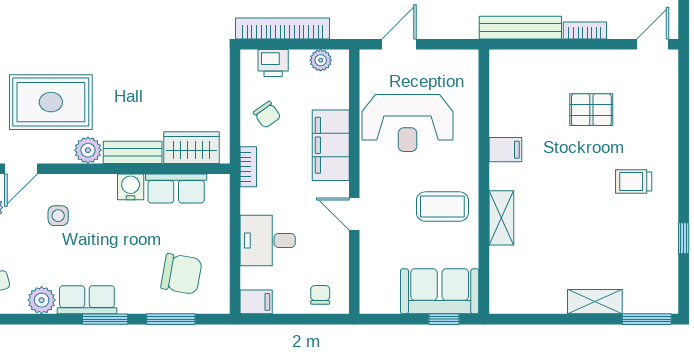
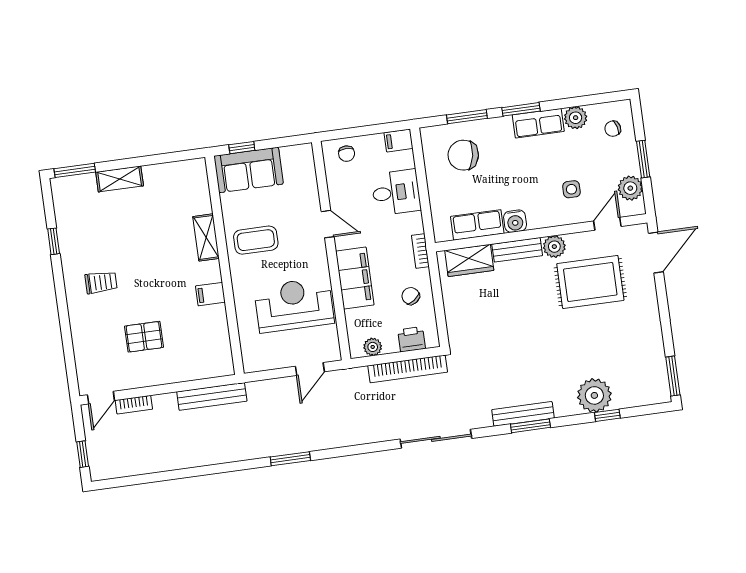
bookcase: (585, 30) -> (134, 405), moved

